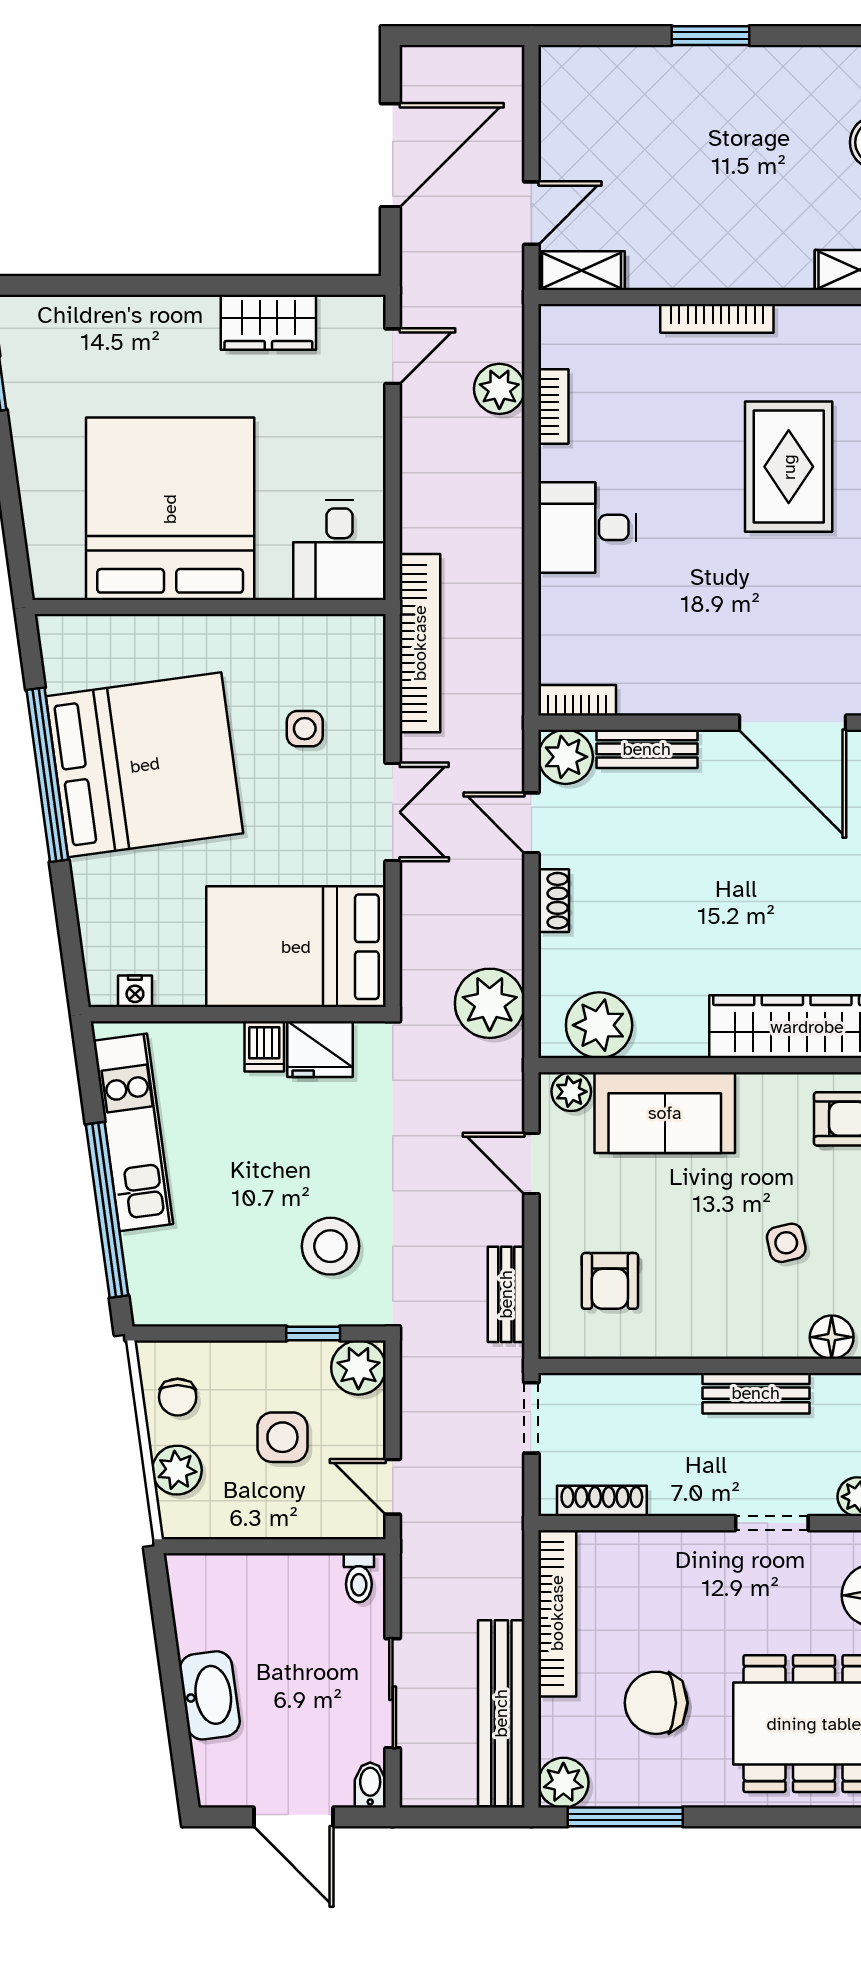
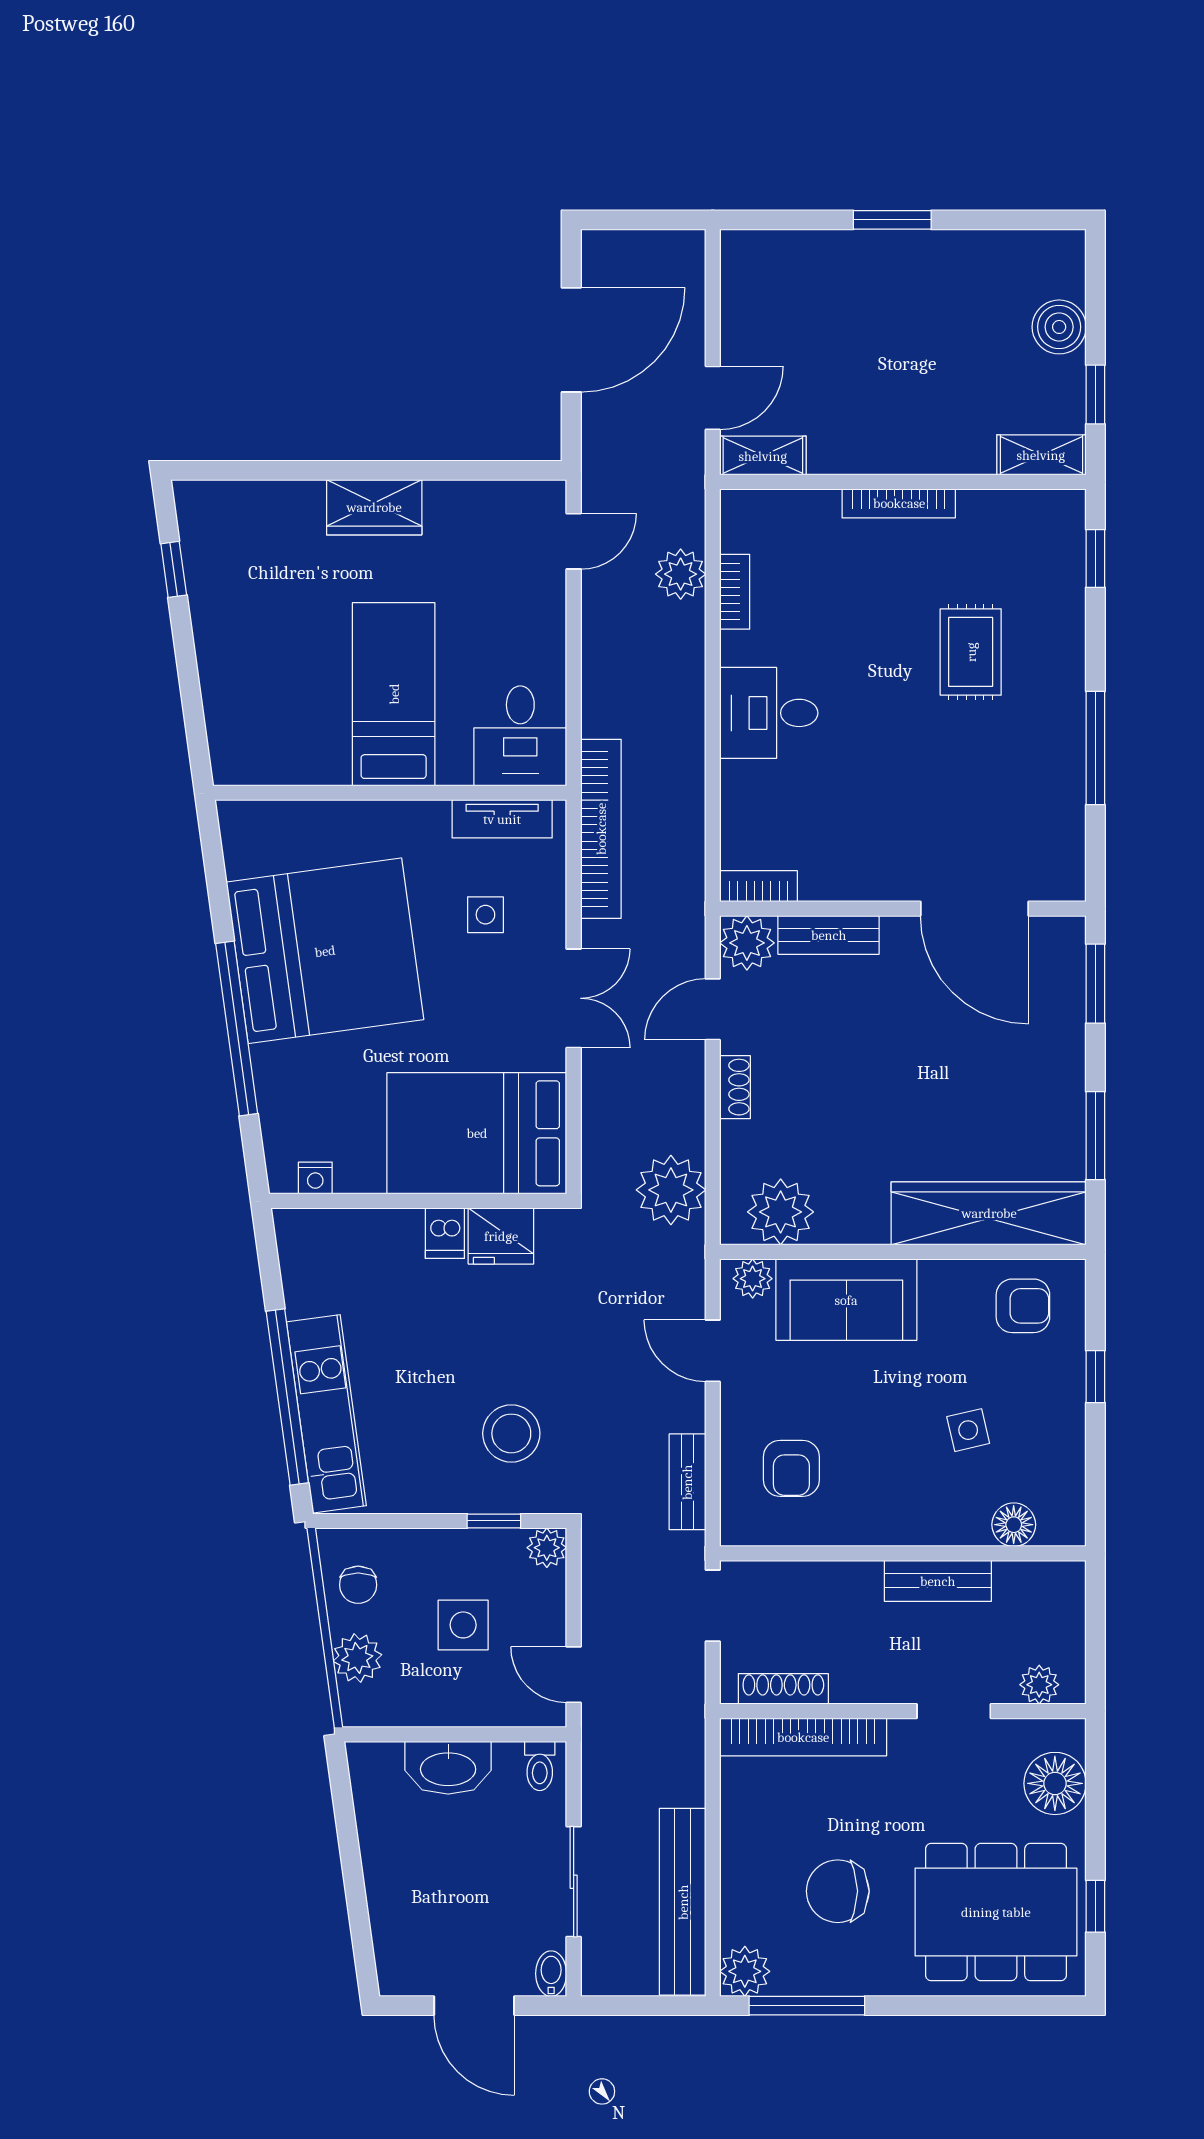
wardrobe: (268, 322) -> (374, 507), moved
rug: (789, 467) -> (971, 652), width x0.73, depth x0.70
bed: (170, 509) -> (394, 694), width x0.49
tv unit: (321, 633) -> (502, 819), added
window: (47, 775) -> (237, 1029), moved
door: (531, 823) -> (713, 1009), hinge flipped
kitchen unit: (133, 1132) -> (326, 1414), moved
plant: (358, 1368) -> (547, 1548), width x0.73, depth x0.73
bookcase: (557, 1613) -> (803, 1737), moved, turned 90
washbasin: (210, 1695) -> (448, 1768), moved, turned 98

